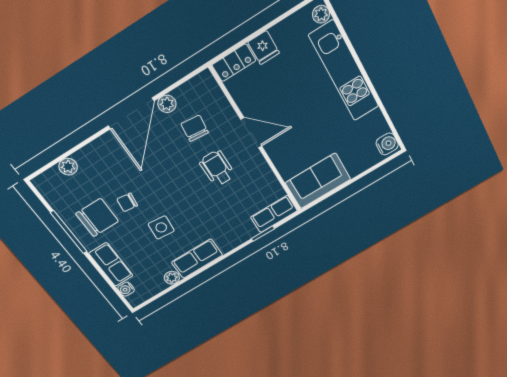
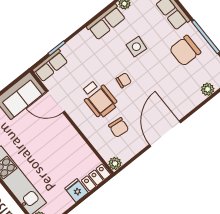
plant: (167, 104) -> (115, 163), moved
door: (251, 133) -> (56, 102), moved
wheelchair: (217, 168) -> (99, 99), width x1.36, depth x1.37
chair: (127, 202) -> (124, 80), moved

